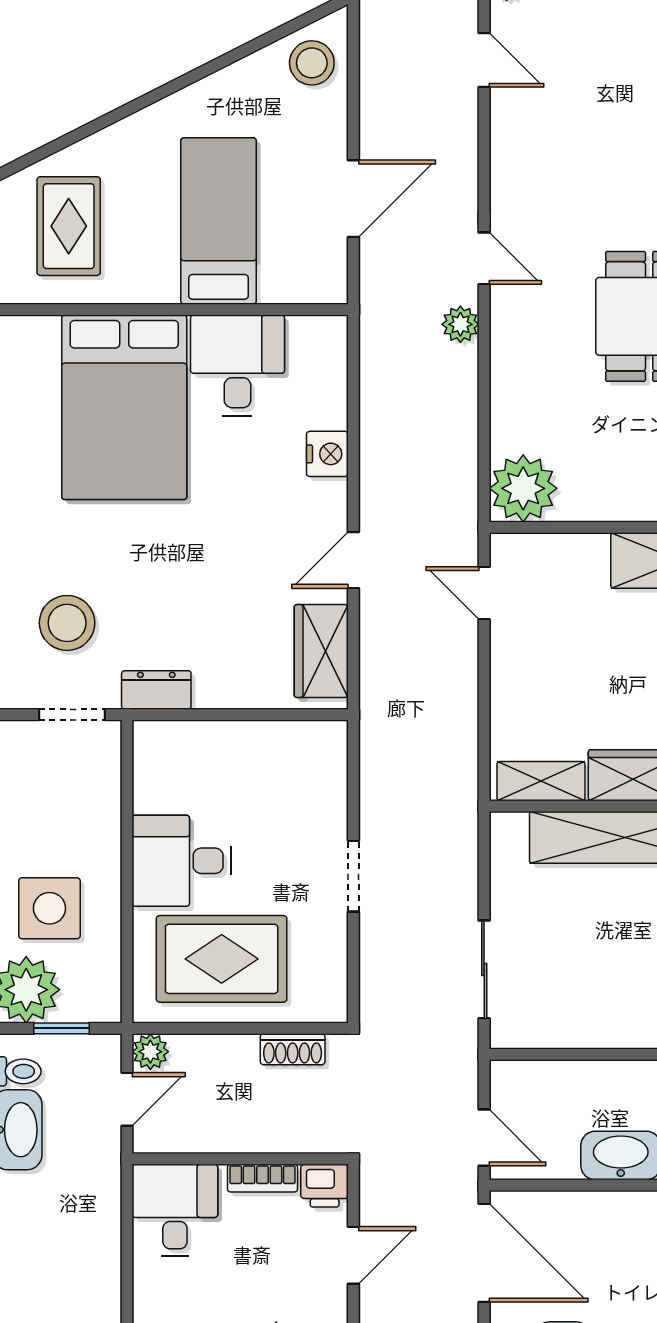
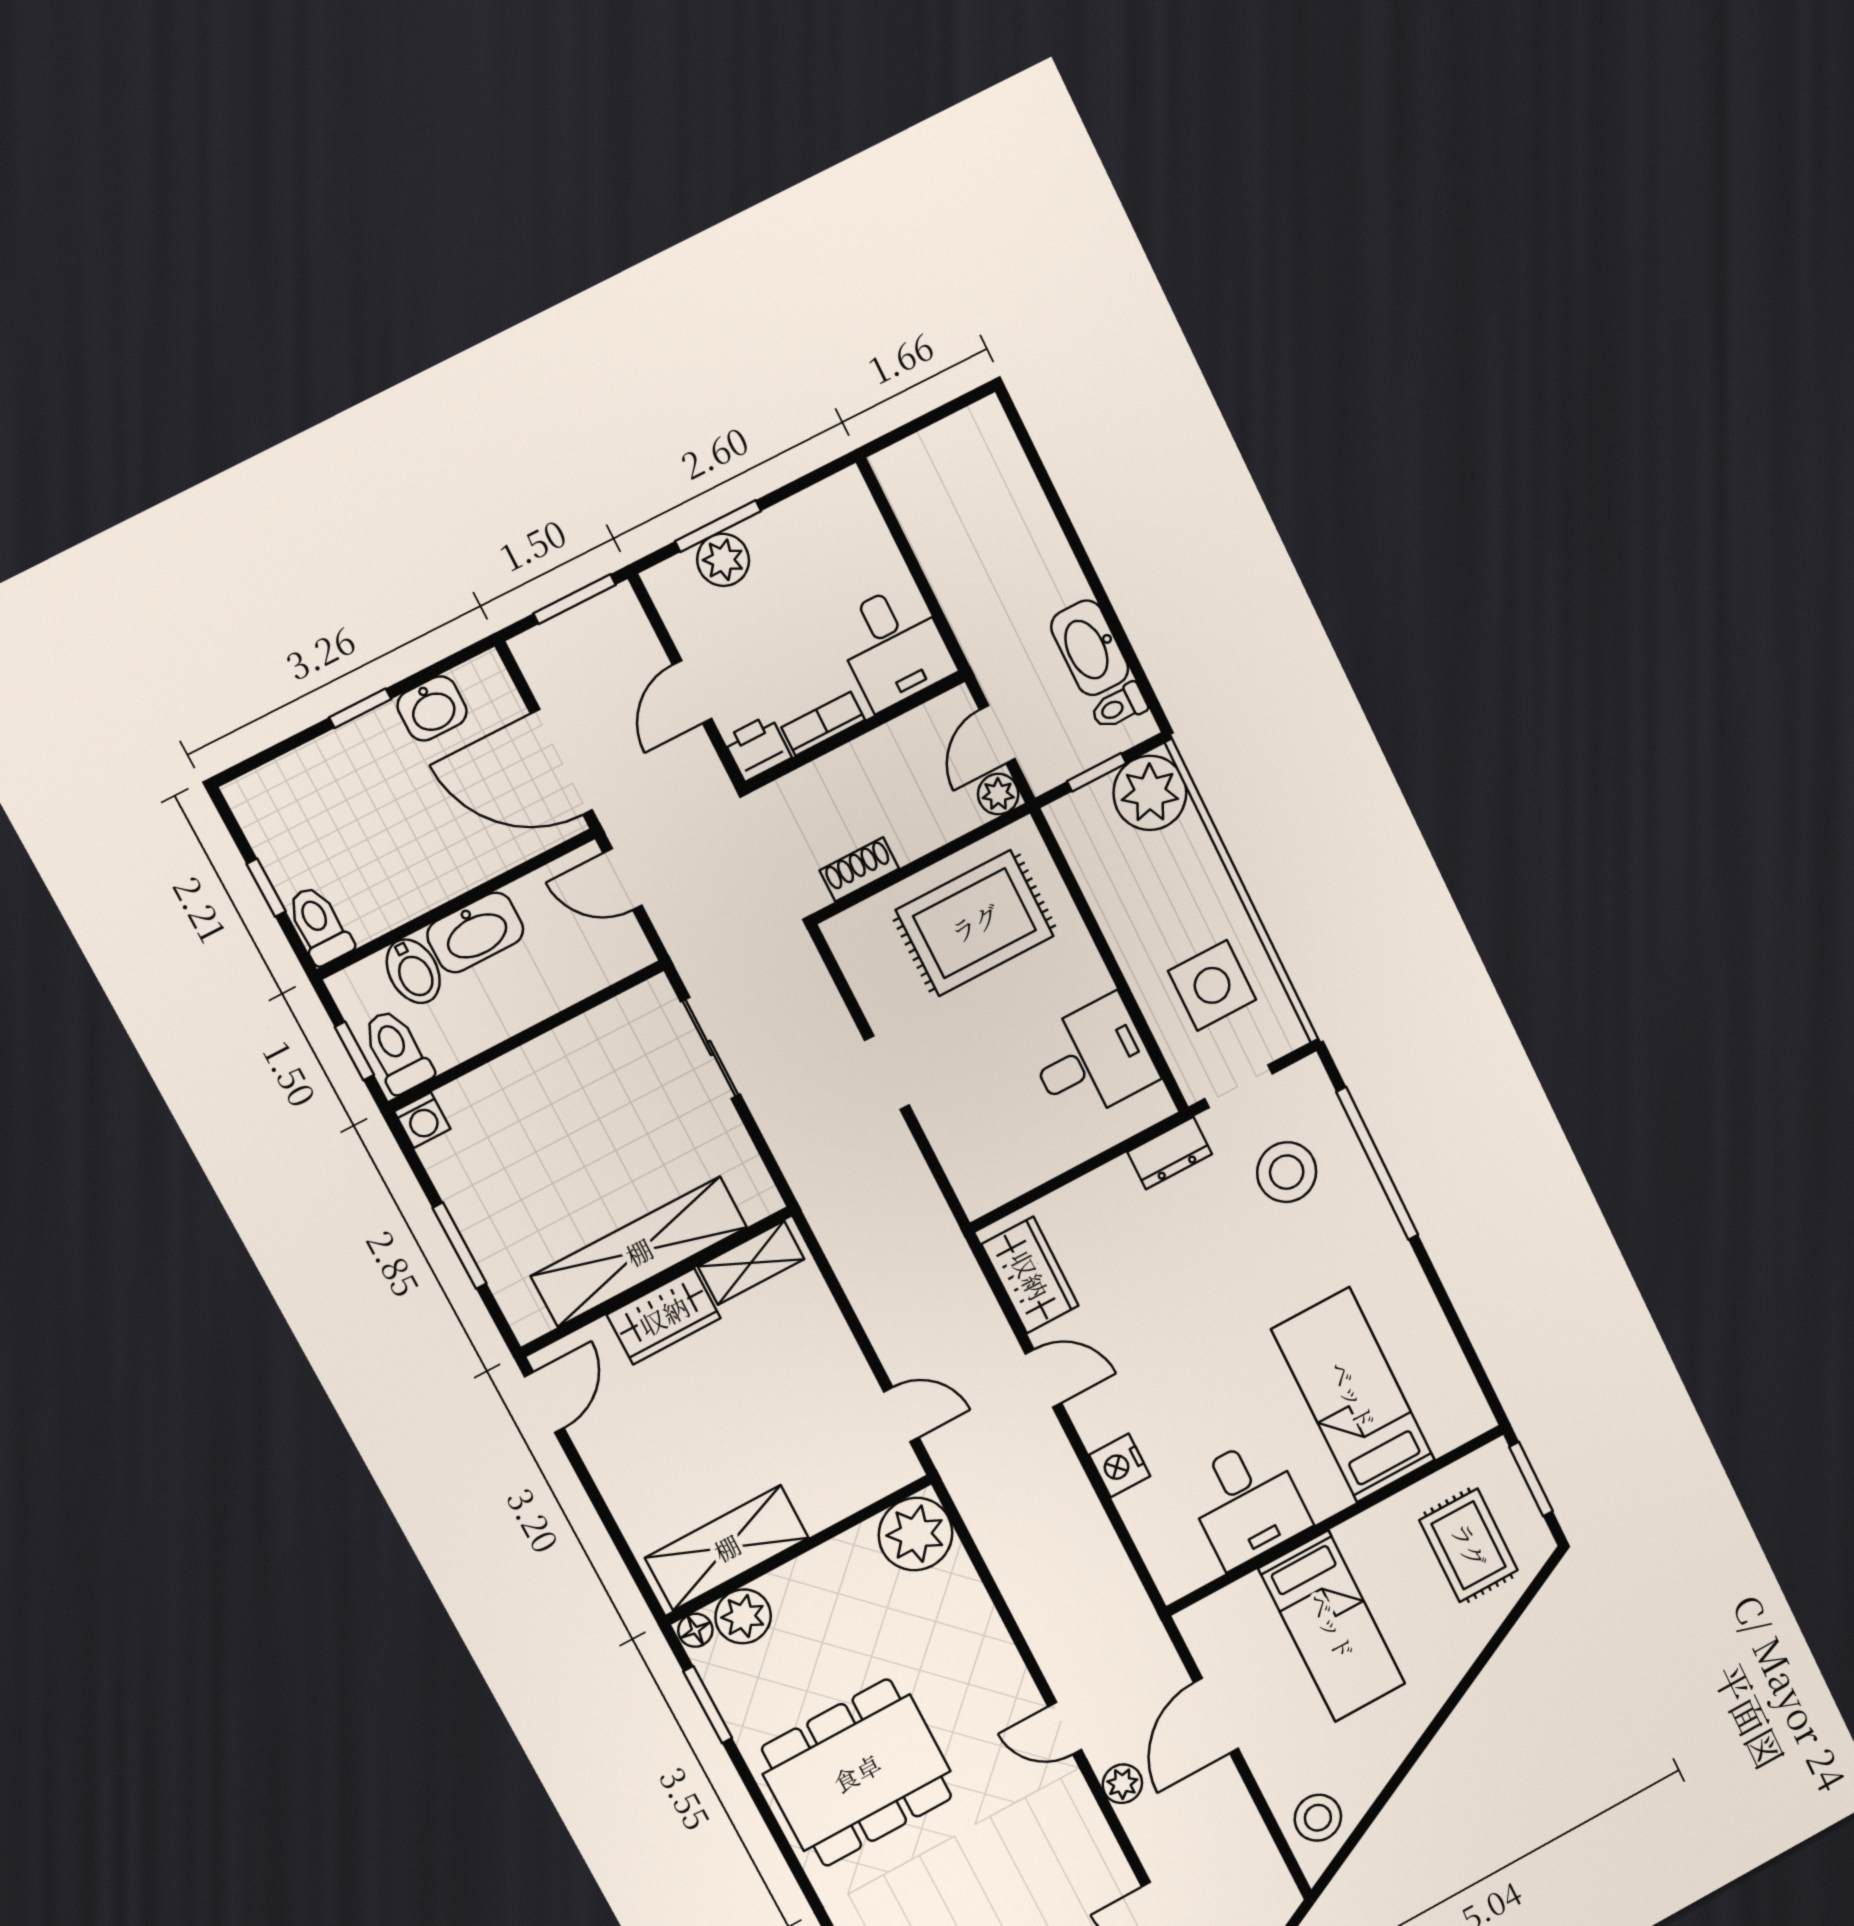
plant: (460, 324) -> (1122, 1784), moved
bed: (124, 407) -> (1353, 1395), width x0.67
door: (353, 560) -> (1043, 1378), hinge flipped
desk: (182, 861) -> (1092, 1059), moved
side table: (49, 908) -> (1212, 985), moved

